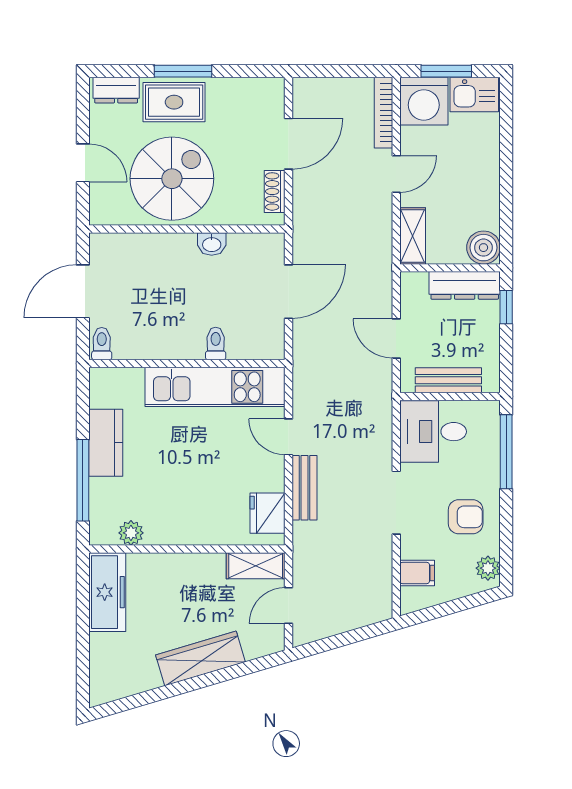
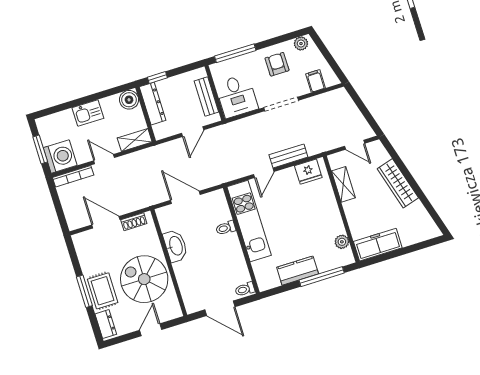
kitchen sink: (474, 95) -> (88, 113), moved, turned 90
washbasin: (212, 244) -> (175, 246), width x1.91, depth x1.45
shelving: (256, 566) -> (343, 184), moved

